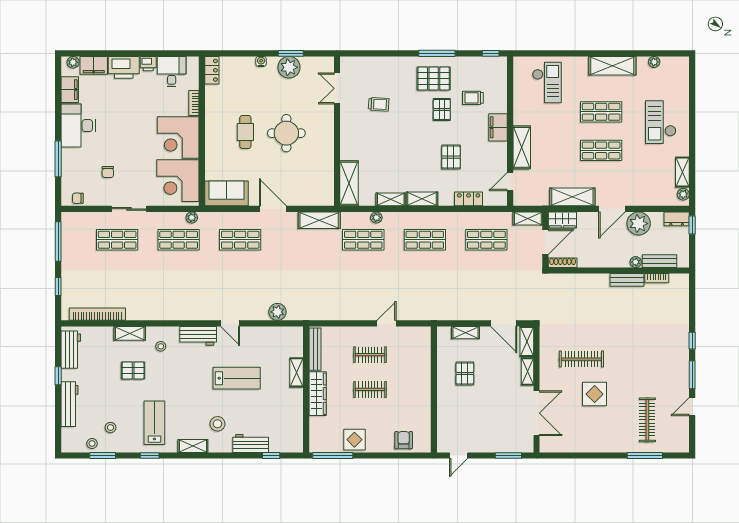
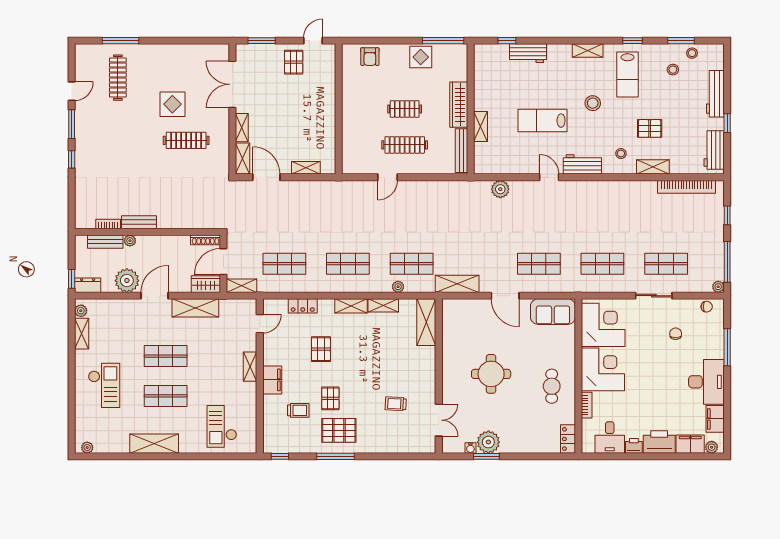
water cooler: (261, 61) -> (470, 448), moved
plant: (654, 62) -> (87, 448), moved
cafe table: (245, 132) -> (552, 386), moved
shelving: (522, 147) -> (250, 367), width x0.67, depth x0.75
plant: (192, 218) -> (718, 287), moved
clothes rail: (370, 355) -> (405, 145), width x1.36
pallet: (465, 373) -> (294, 62), moved
stool: (217, 424) -> (593, 103), moved

